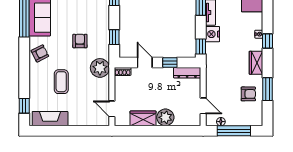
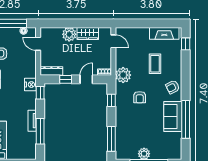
nightstand: (212, 34) -> (30, 85), moved
door: (145, 63) -> (86, 79), swing flipped

